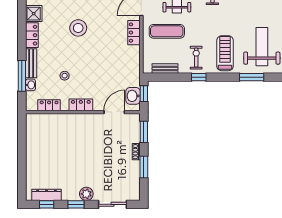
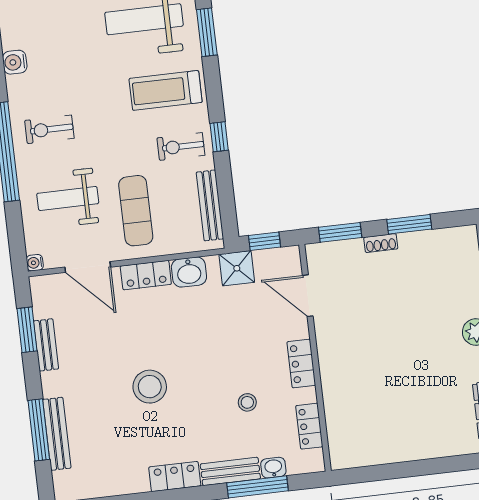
shower: (34, 14) -> (237, 268), moved
bench: (165, 69) -> (210, 205), width x1.36
washbasin: (133, 96) -> (189, 272), moved

